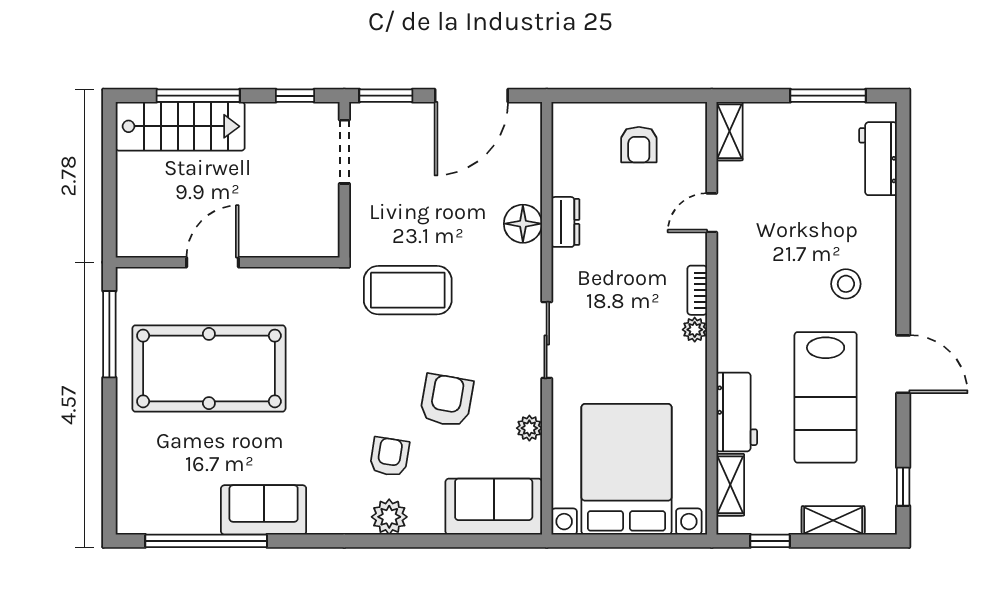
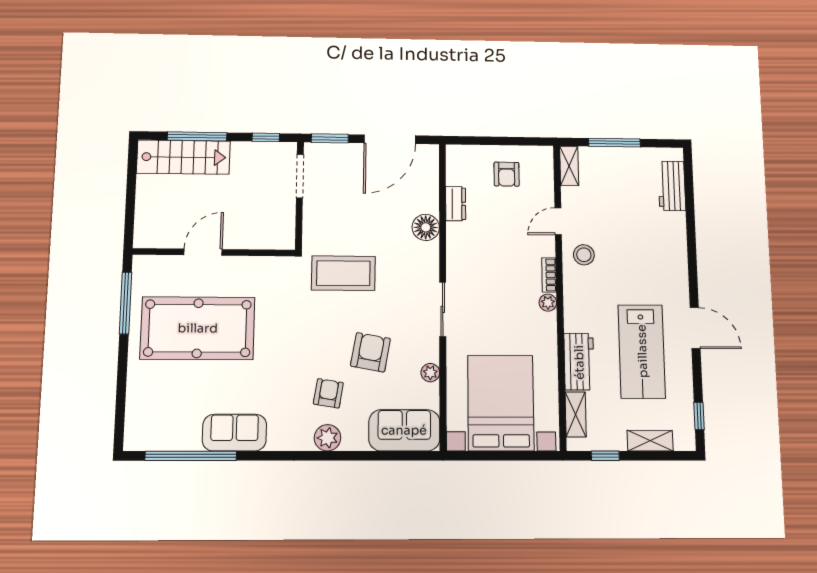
window: (828, 96) -> (614, 143), moved
dresser: (565, 222) -> (456, 204), moved
stool: (846, 284) -> (584, 255), moved

